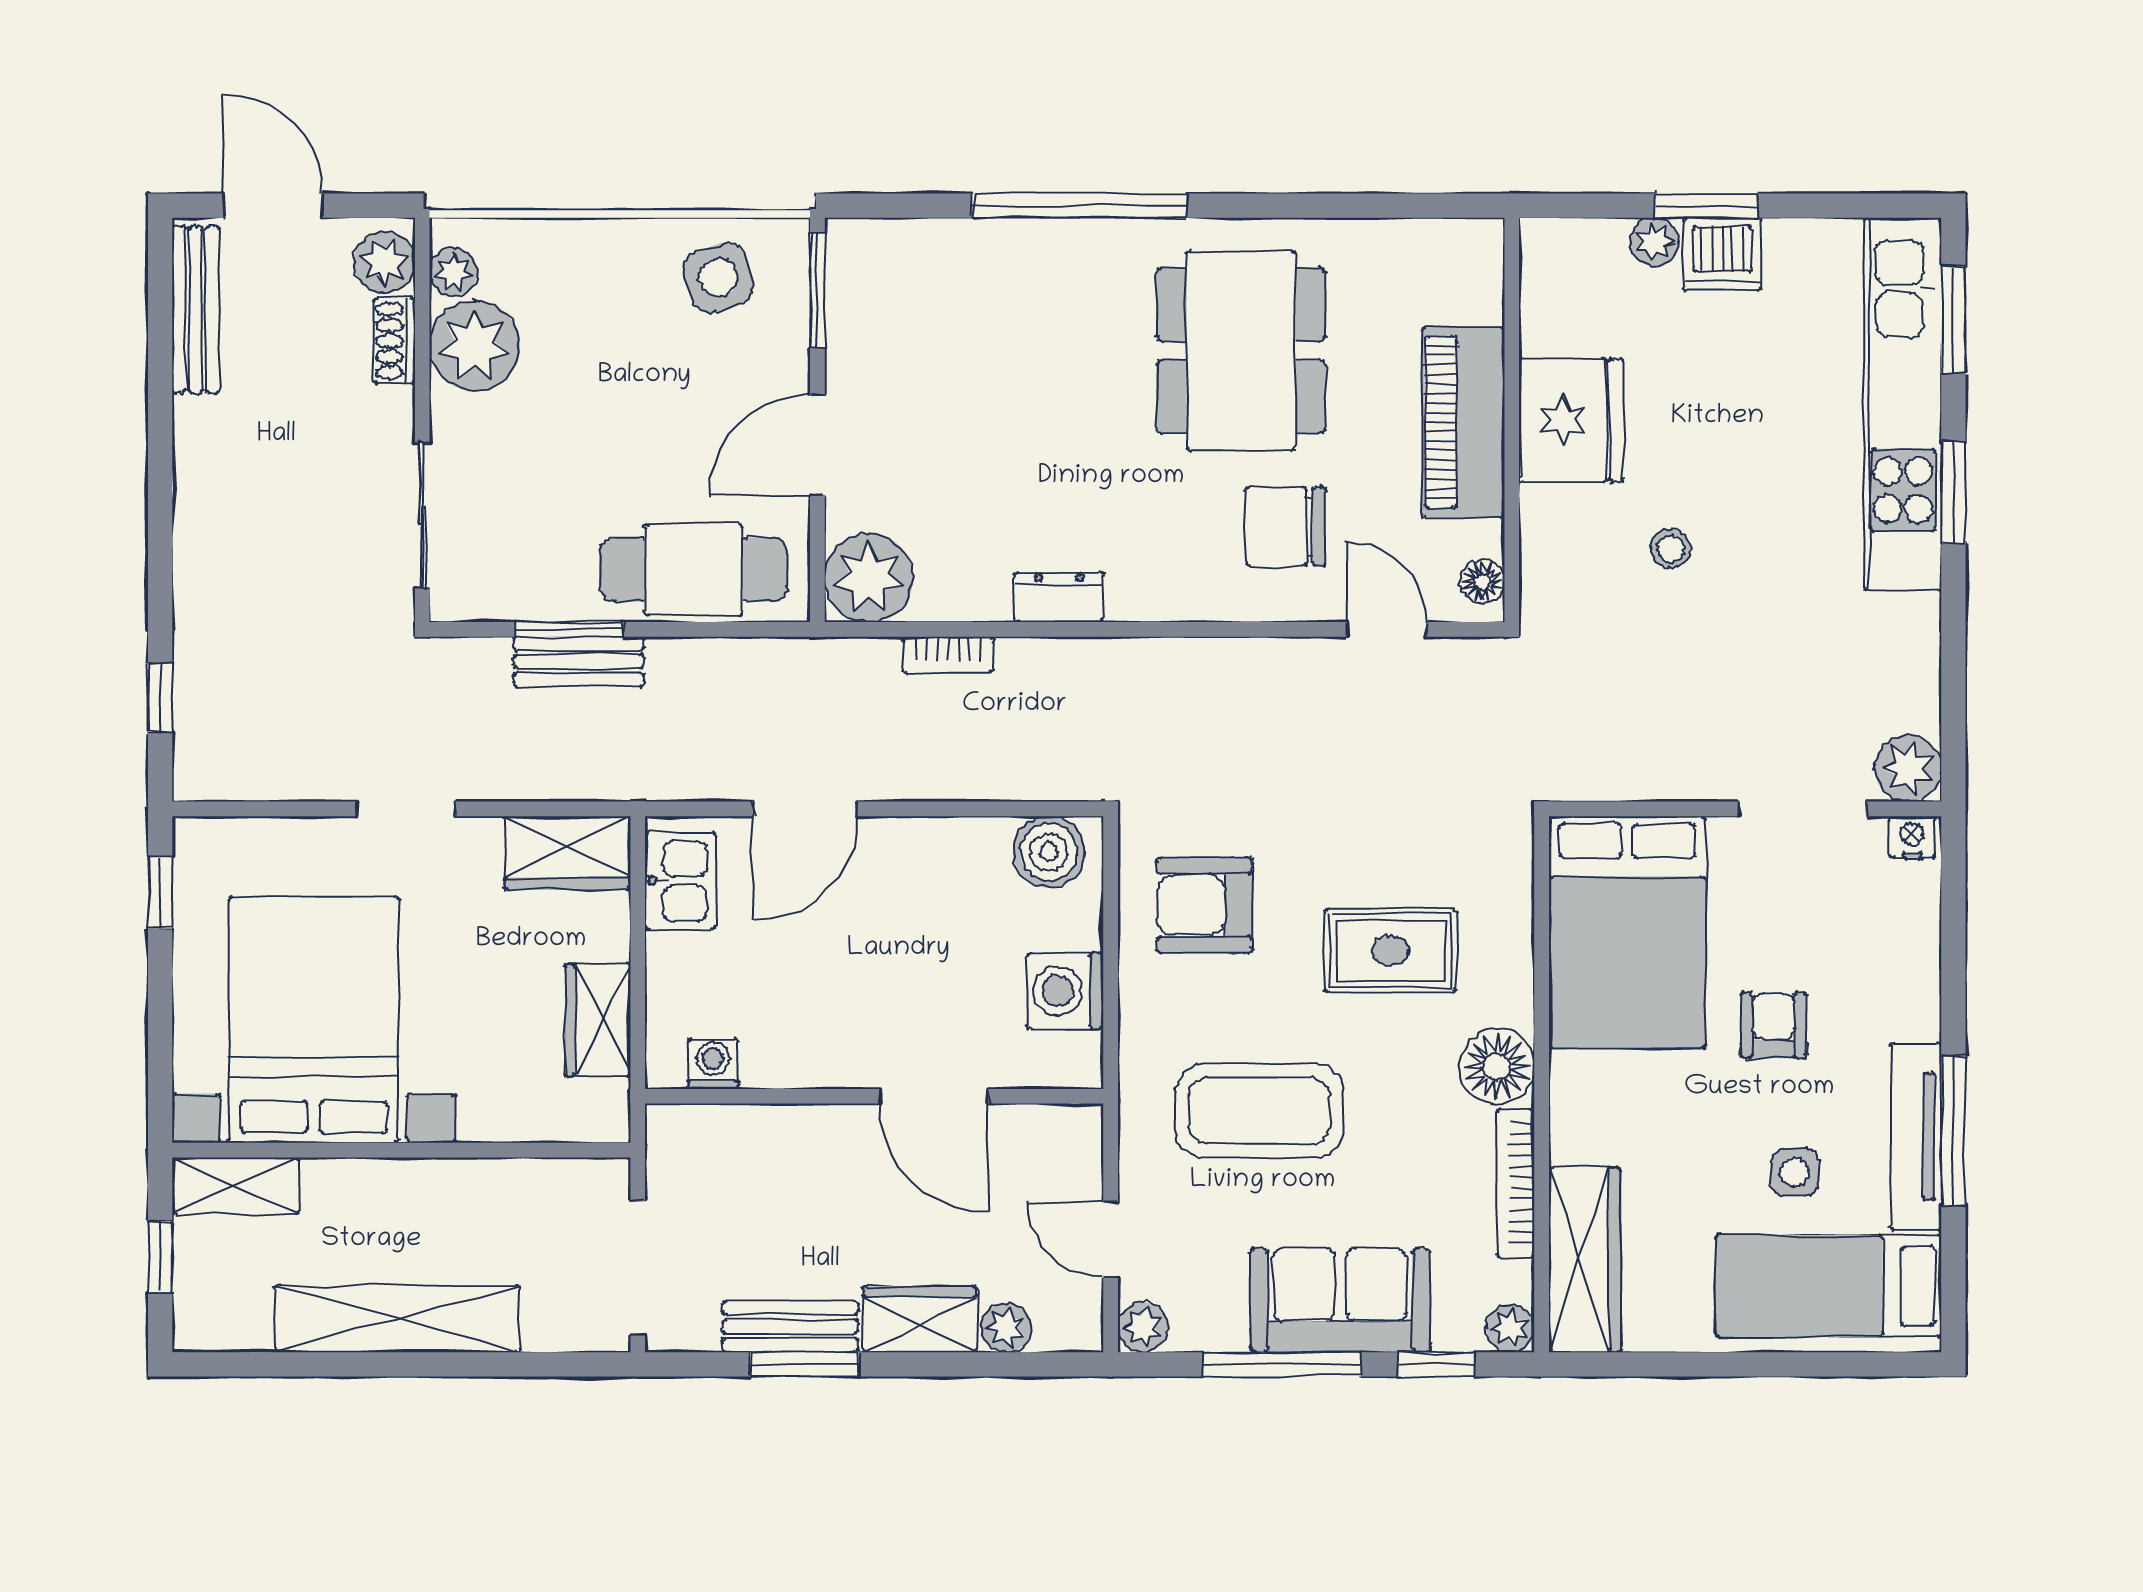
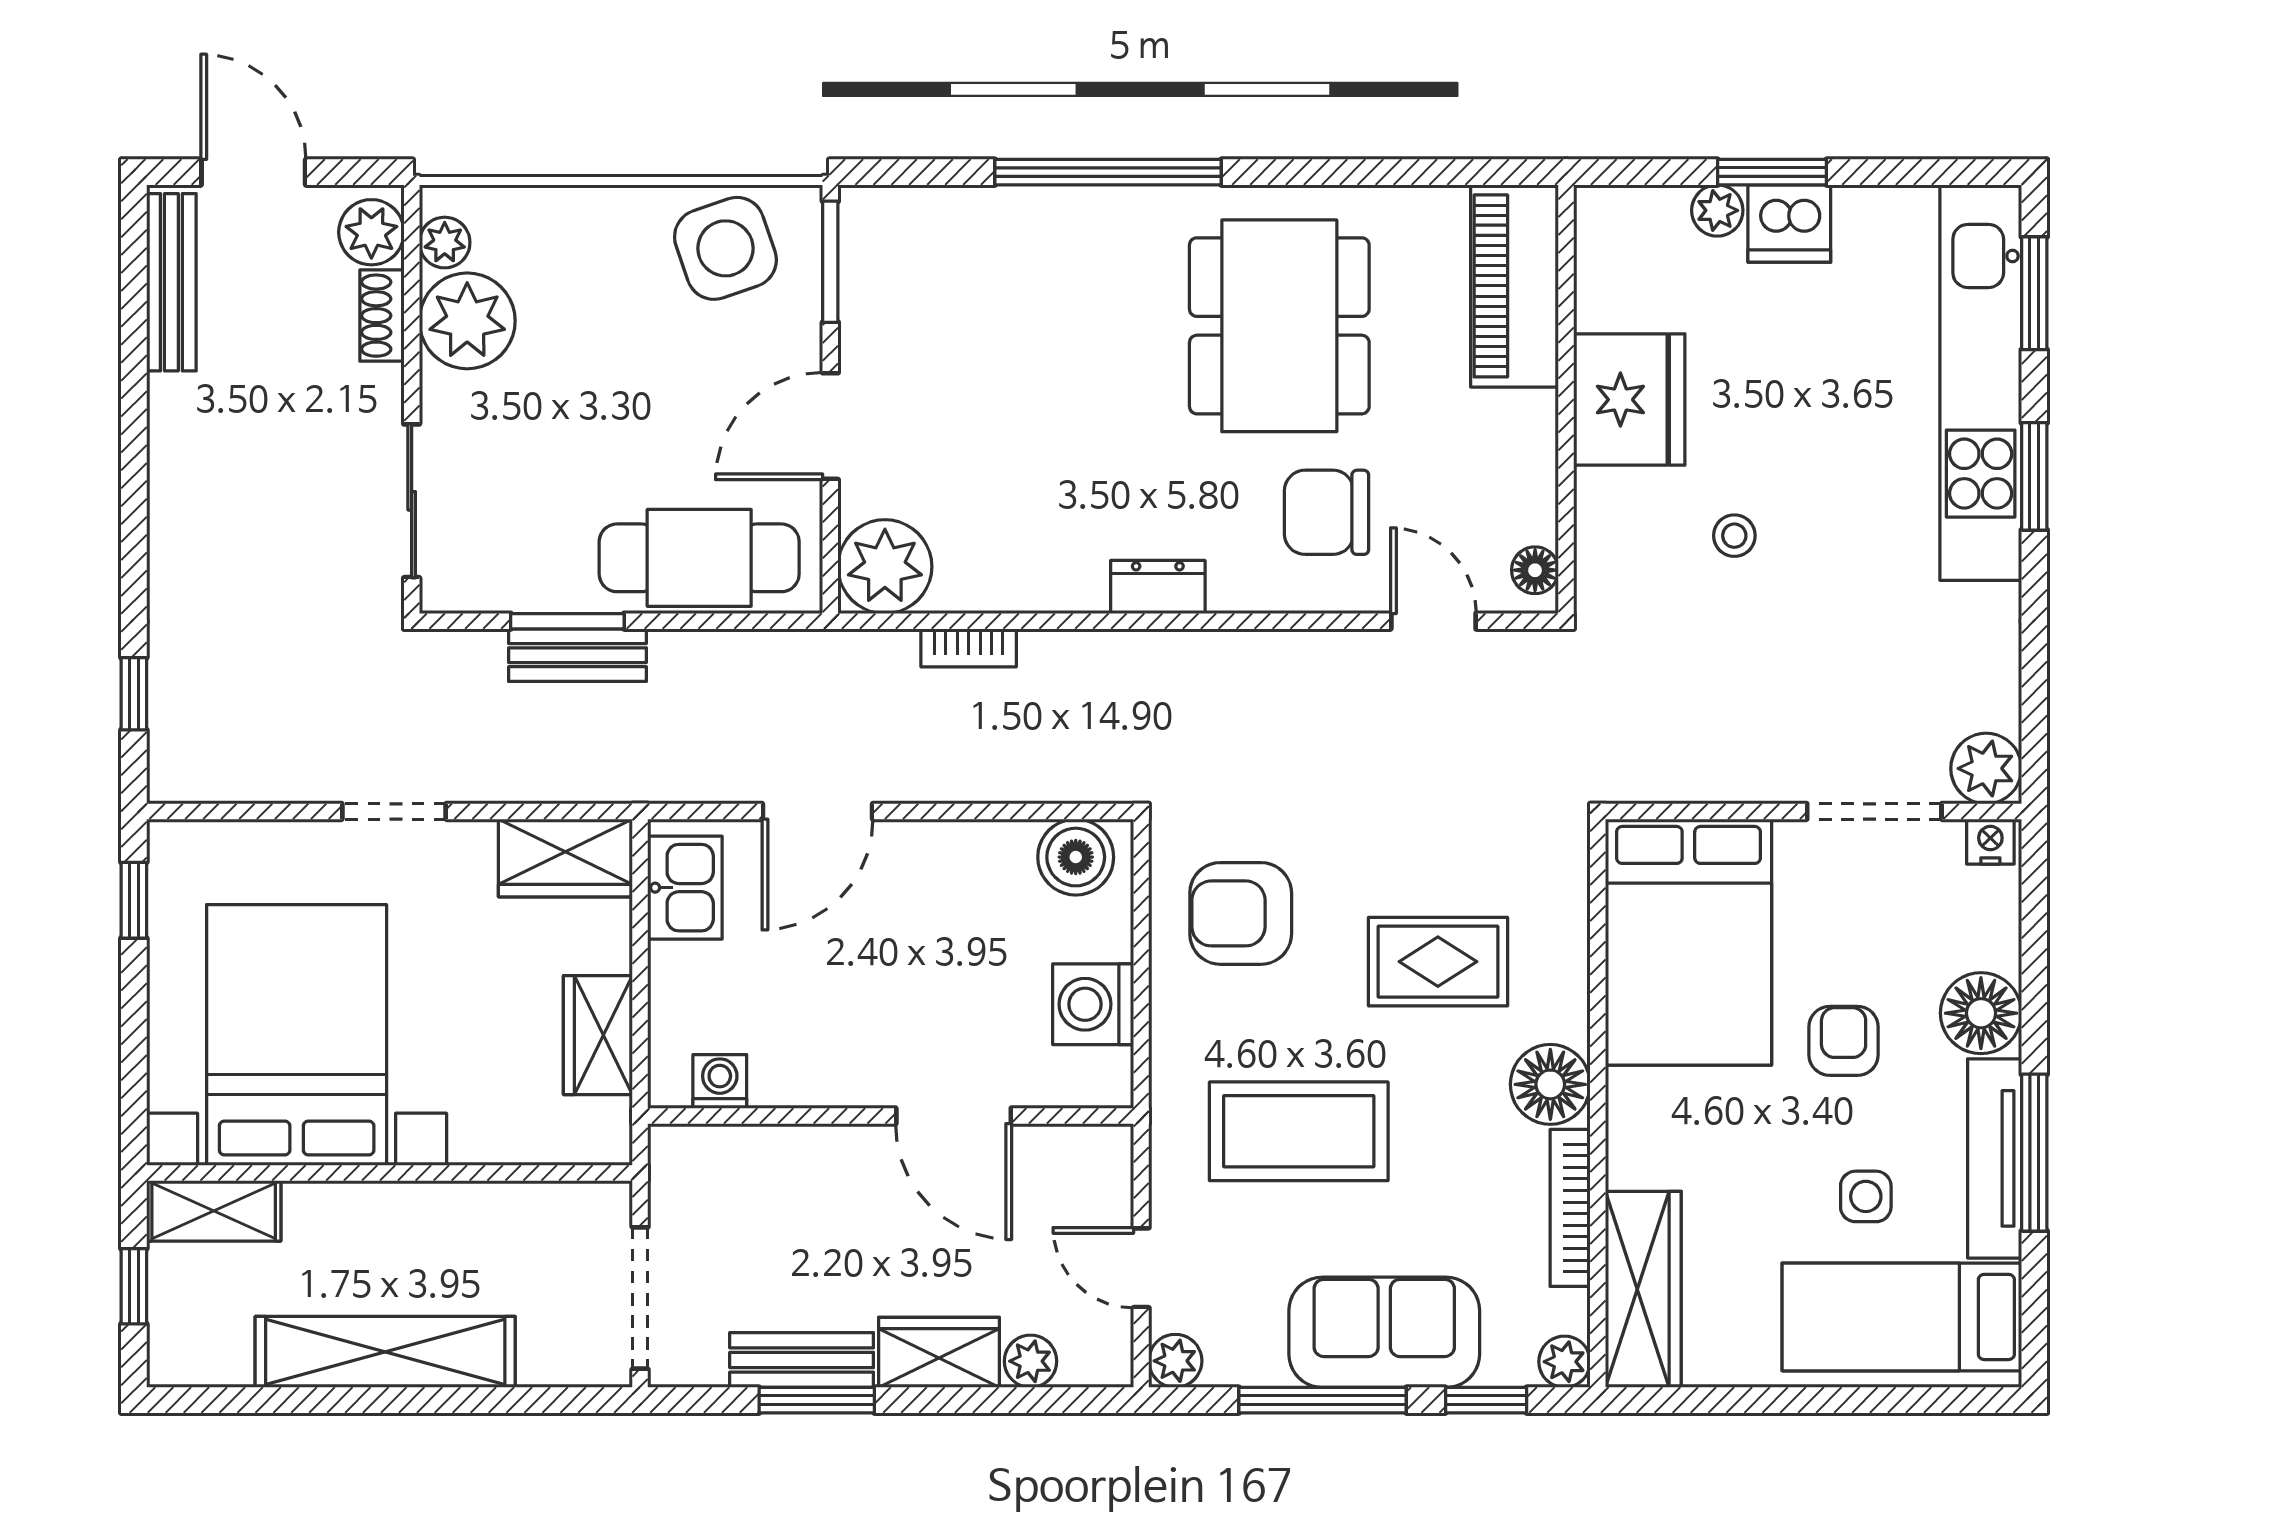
side table: (718, 278) -> (725, 248), width x1.37, depth x1.37
piano: (1463, 422) -> (1515, 286), moved
dresser: (1059, 597) -> (1158, 587), moved
floor lamp: (1903, 999) -> (1981, 1013), added

